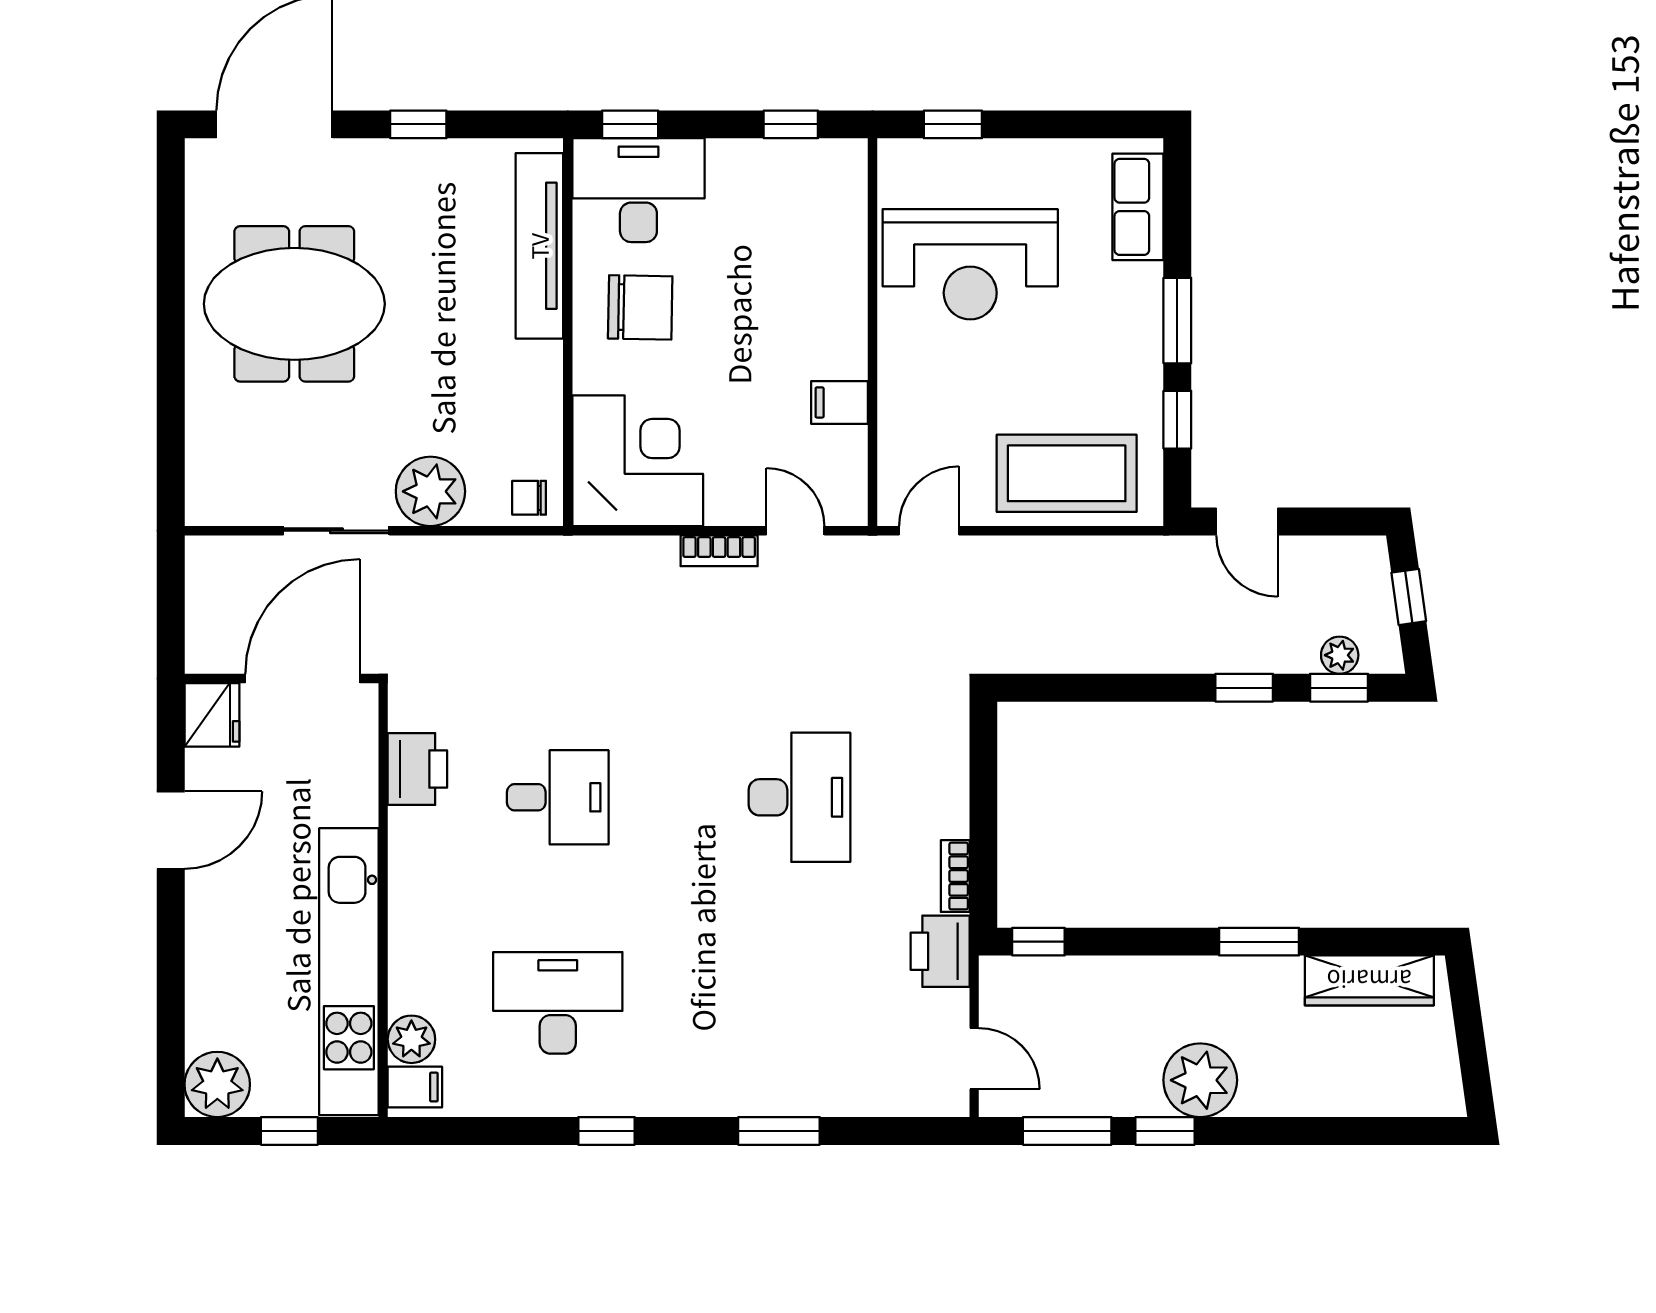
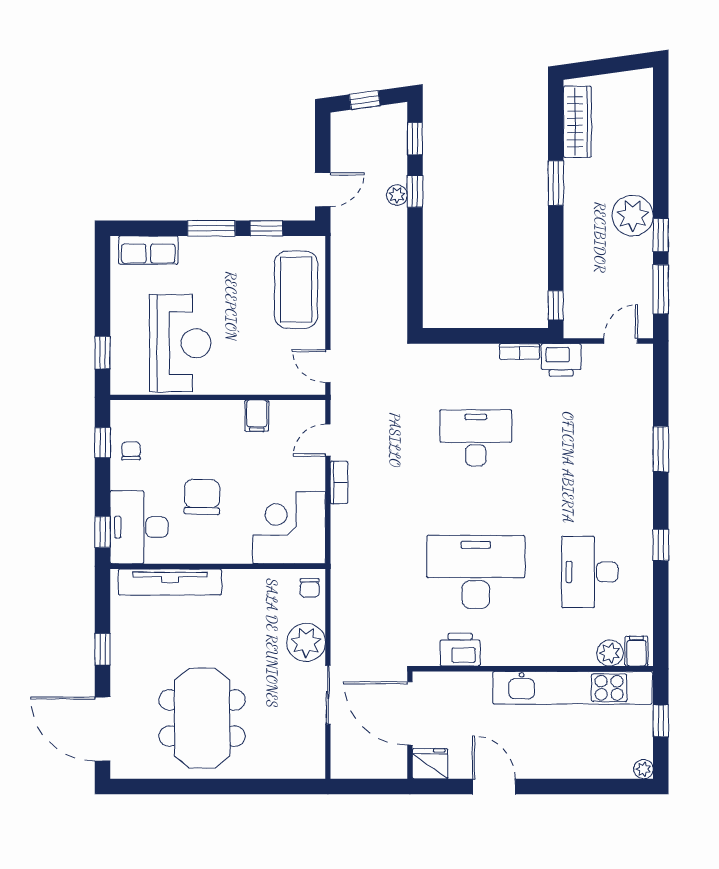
chair: (776, 176) -> (131, 451), added
chair: (640, 307) -> (202, 497), moved
plant: (1340, 655) -> (397, 195), moved
desk: (558, 797) -> (476, 572), width x1.87, depth x1.30
plant: (217, 1084) -> (643, 769), width x0.53, depth x0.53

